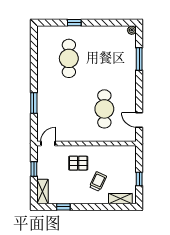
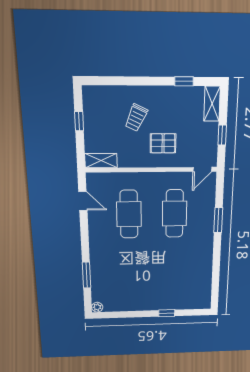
cafe table: (69, 58) -> (175, 214), moved
shelving: (120, 199) -> (101, 161), moved

